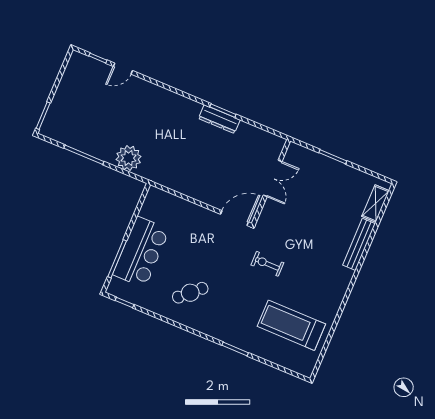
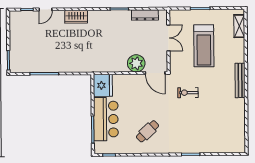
wardrobe: (160, 96) -> (76, 17), added
dresser: (219, 119) -> (145, 15), moved
plant: (129, 158) -> (136, 63), moved
fridge: (156, 205) -> (103, 85), added
door: (234, 218) -> (155, 73), swing flipped
bench: (359, 244) -> (240, 80), moved
treadmill: (291, 325) -> (204, 46), moved, turned -90

